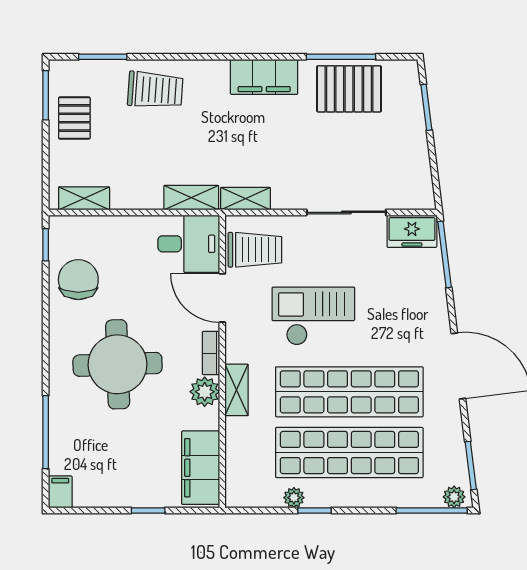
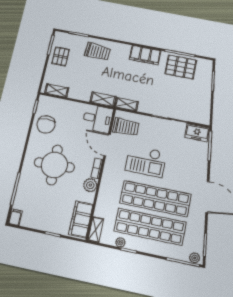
chair: (78, 280) -> (46, 124), turned 180
checkout: (313, 316) -> (146, 161), turned 180
shelving: (237, 390) -> (96, 230), moved

